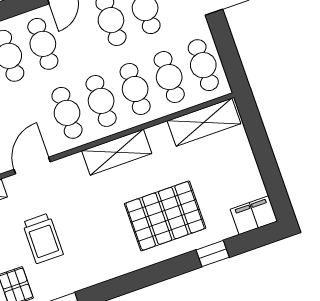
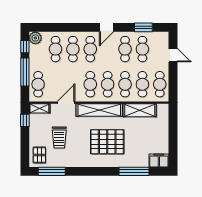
shelving: (204, 122) -> (140, 110), moved
shelving: (117, 152) -> (99, 110), width x1.47
pallet: (165, 216) -> (107, 142), moved
window: (213, 254) -> (134, 171), width x2.17

